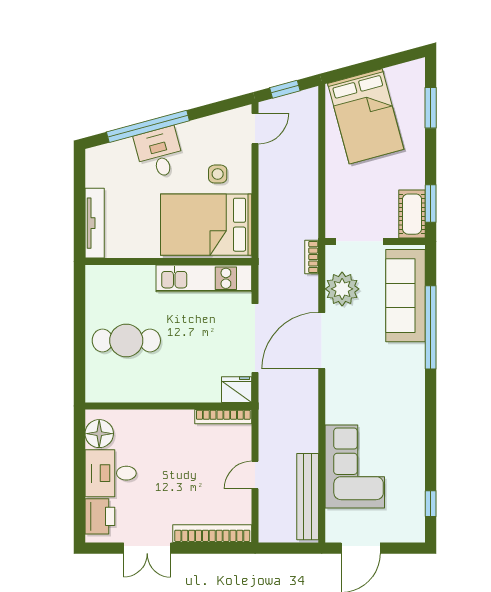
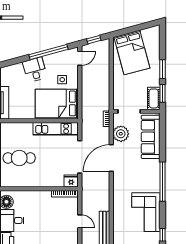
window: (431, 108) -> (162, 69), moved
window: (148, 126) -> (49, 52), moved
window: (431, 327) -> (162, 182), moved
corner sofa: (355, 467) -> (146, 212), moved, turned 180
door: (255, 475) -> (80, 221), swing flipped

